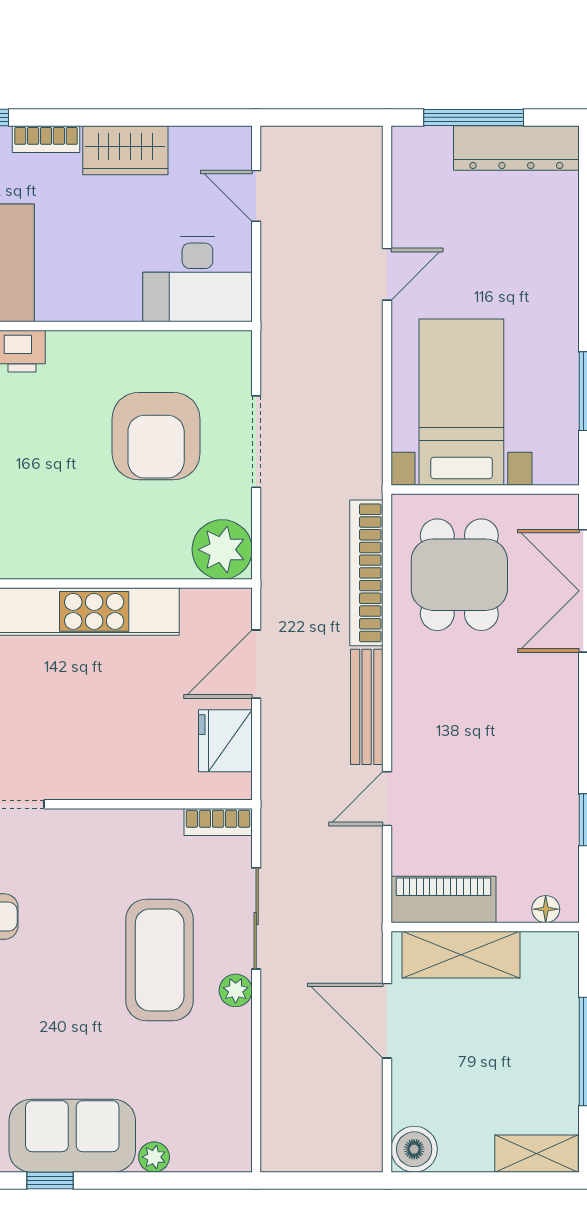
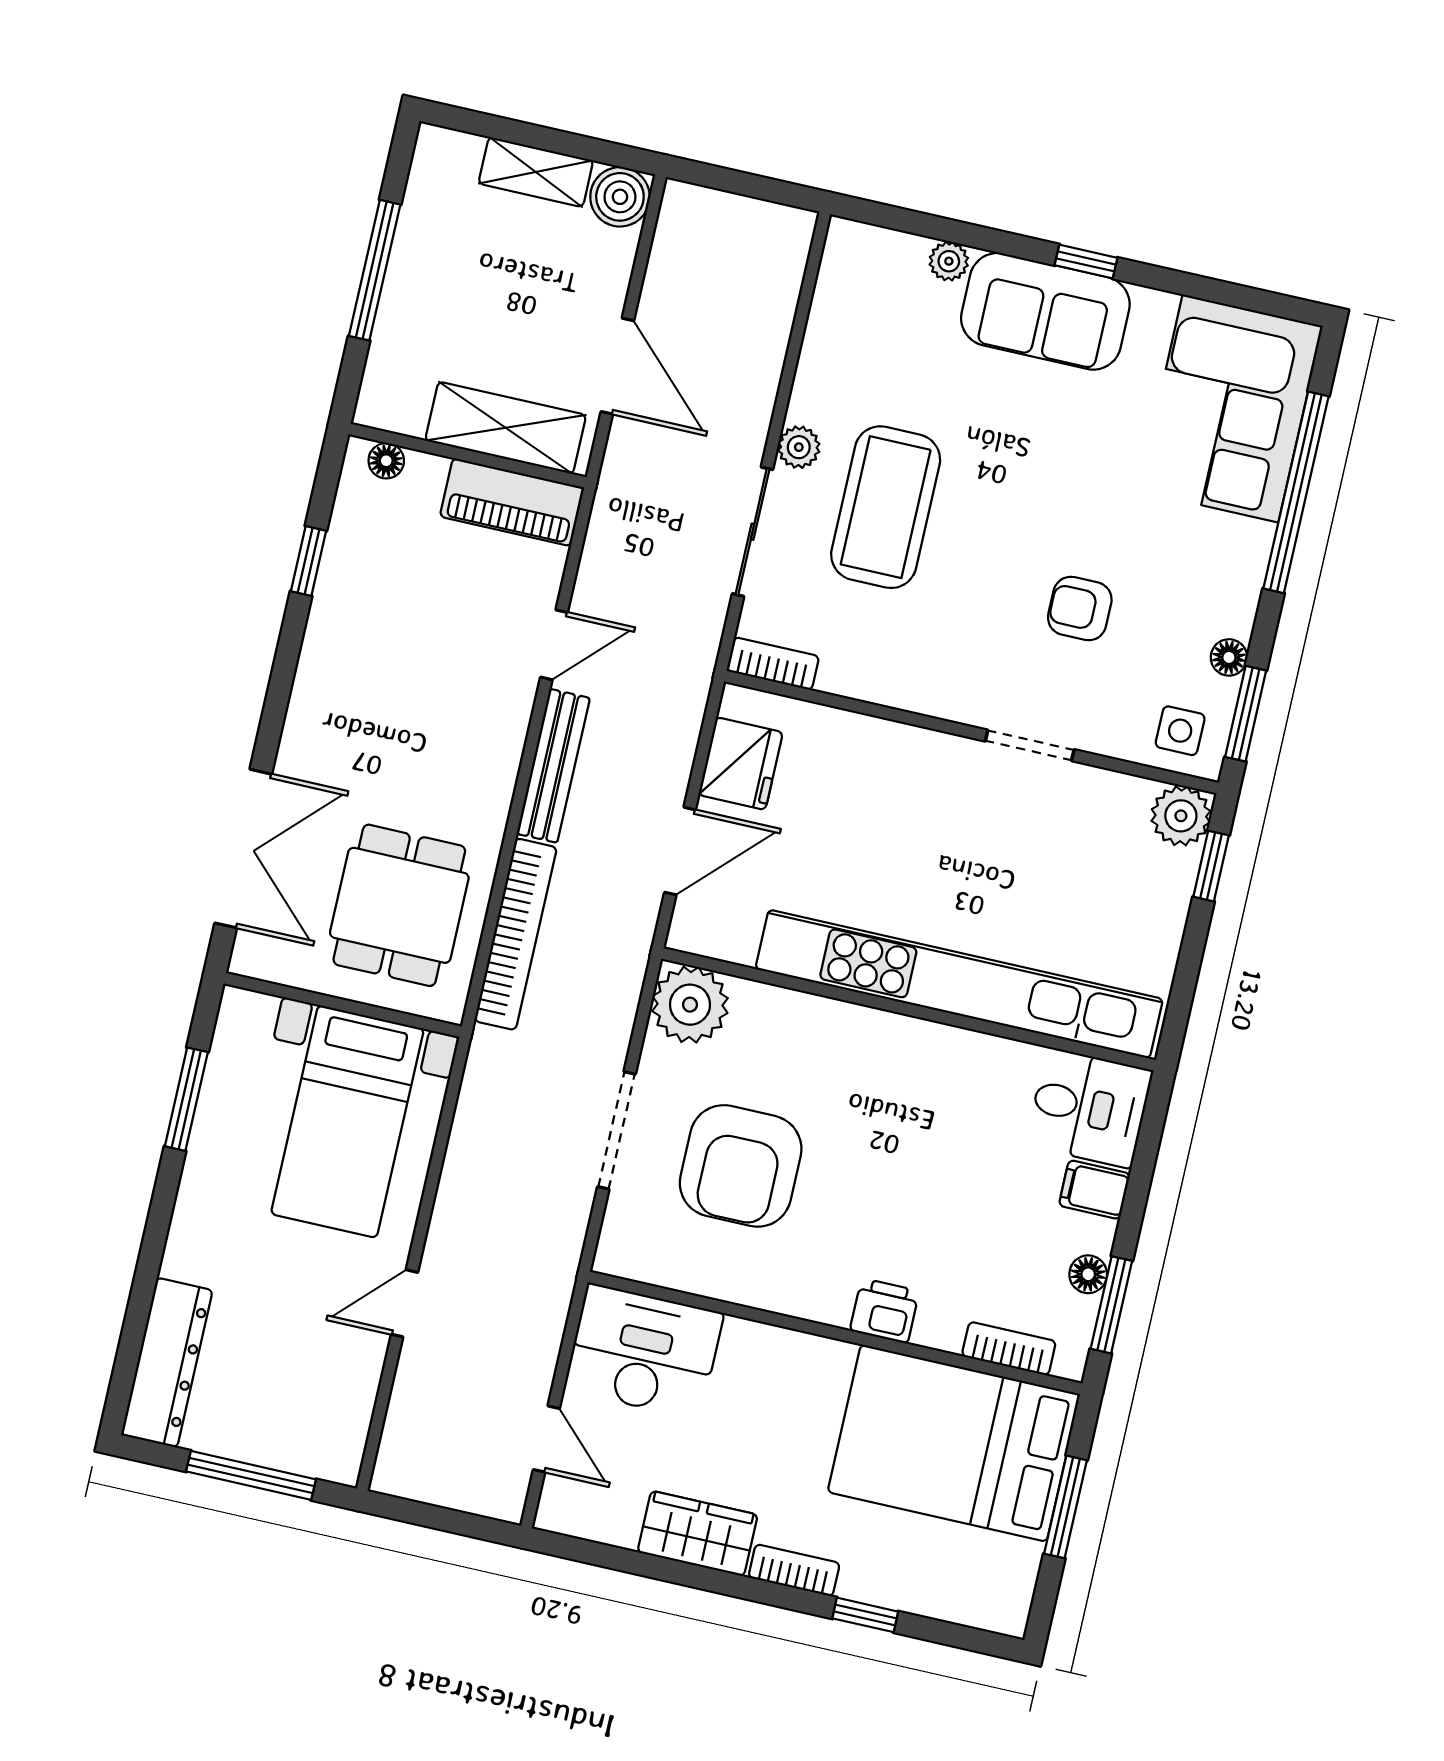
dresser: (516, 148) -> (167, 1363), moved, turned 90
armchair: (156, 436) -> (741, 1166), turned 180
shelving: (536, 1154) -> (536, 172), moved

